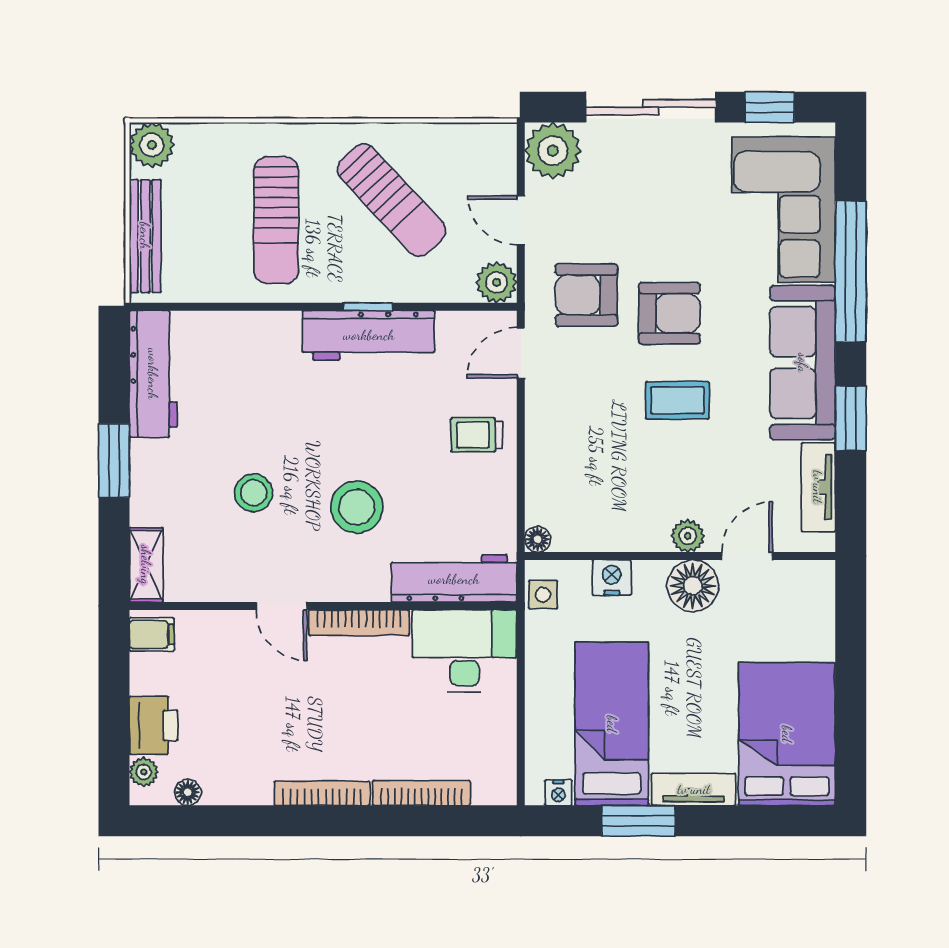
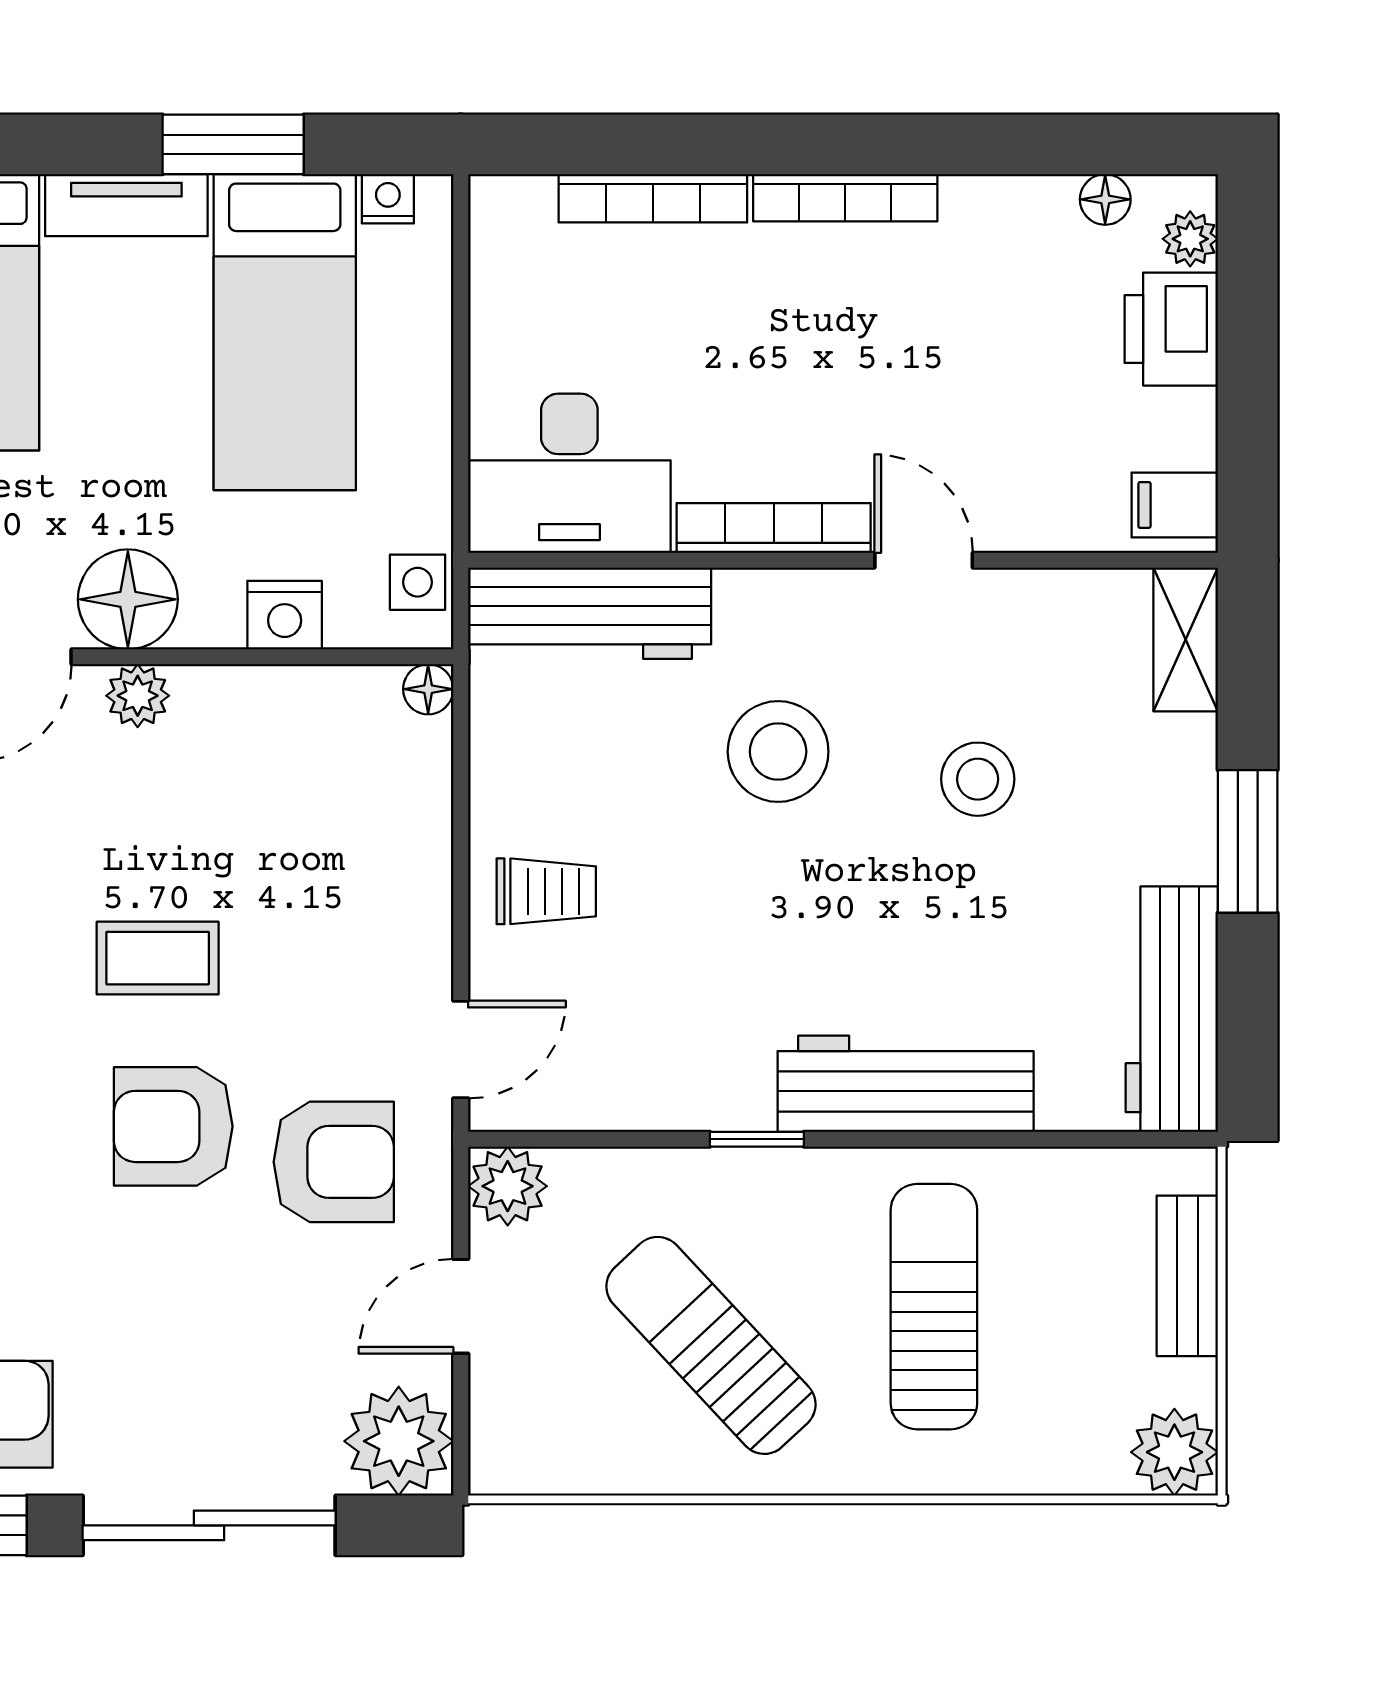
door: (521, 220) -> (461, 1306), swing flipped
bench: (145, 236) -> (1187, 1276), width x0.73
workbench: (369, 335) -> (906, 1084), moved

